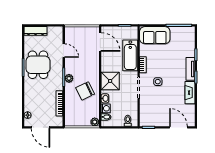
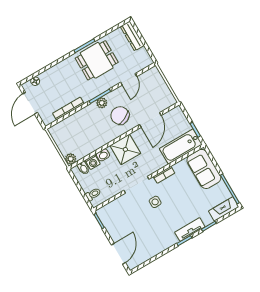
door: (100, 42) -> (150, 120), moved
bathtub: (130, 55) -> (181, 146), moved
chair: (85, 91) -> (120, 116), moved
fireplace: (190, 93) -> (224, 209), moved

